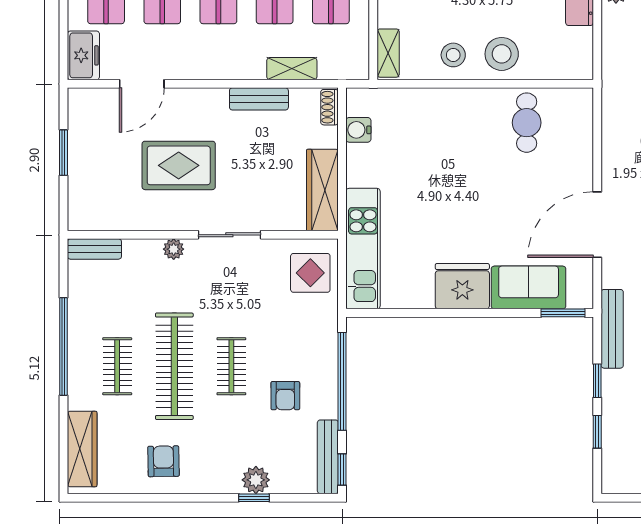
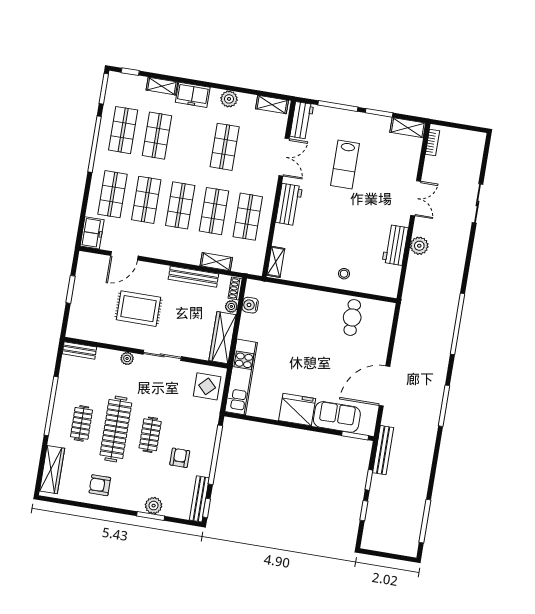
stool: (502, 54) -> (344, 274), width x0.53, depth x0.53
stool: (453, 55) -> (315, 269), removed
bench: (259, 99) -> (193, 277), width x1.36
plant: (328, 137) -> (231, 306), added
armchair: (285, 396) -> (180, 458), turned 180
armchair: (163, 461) -> (100, 485), turned -89
window: (254, 498) -> (151, 516), width x1.50

